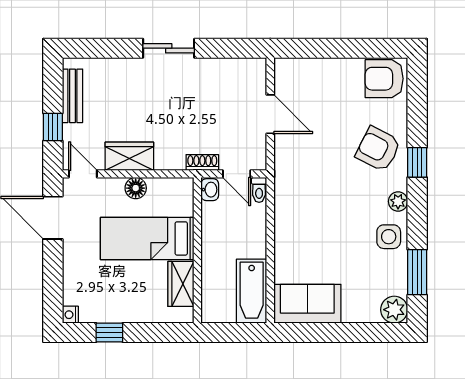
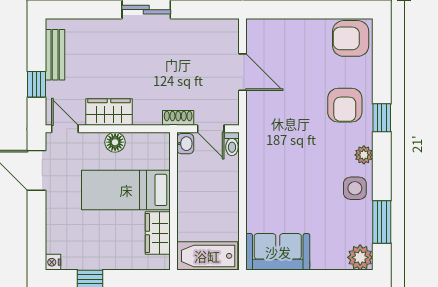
armchair: (378, 149) -> (345, 105), turned -117
bathtub: (252, 291) -> (207, 256), moved, turned 90

